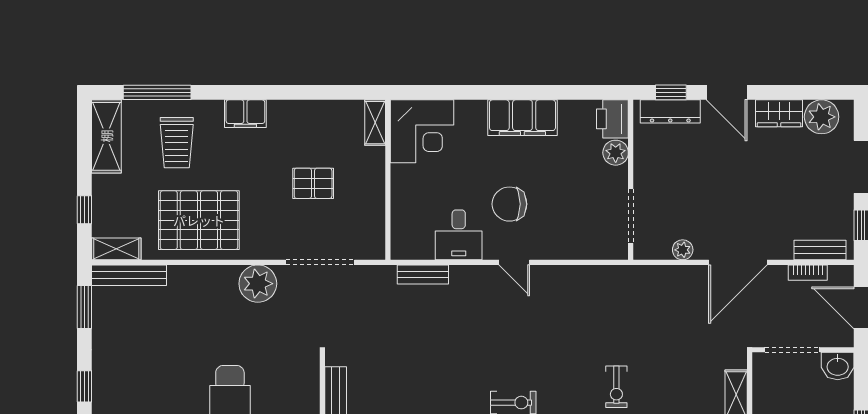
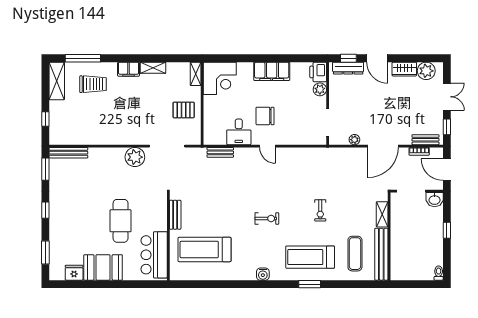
trolley: (177, 143) -> (93, 84), turned -90
pallet: (313, 183) -> (184, 110), moved
pallet: (199, 220) -> (104, 124), removed
shelving: (116, 249) -> (153, 68), moved

